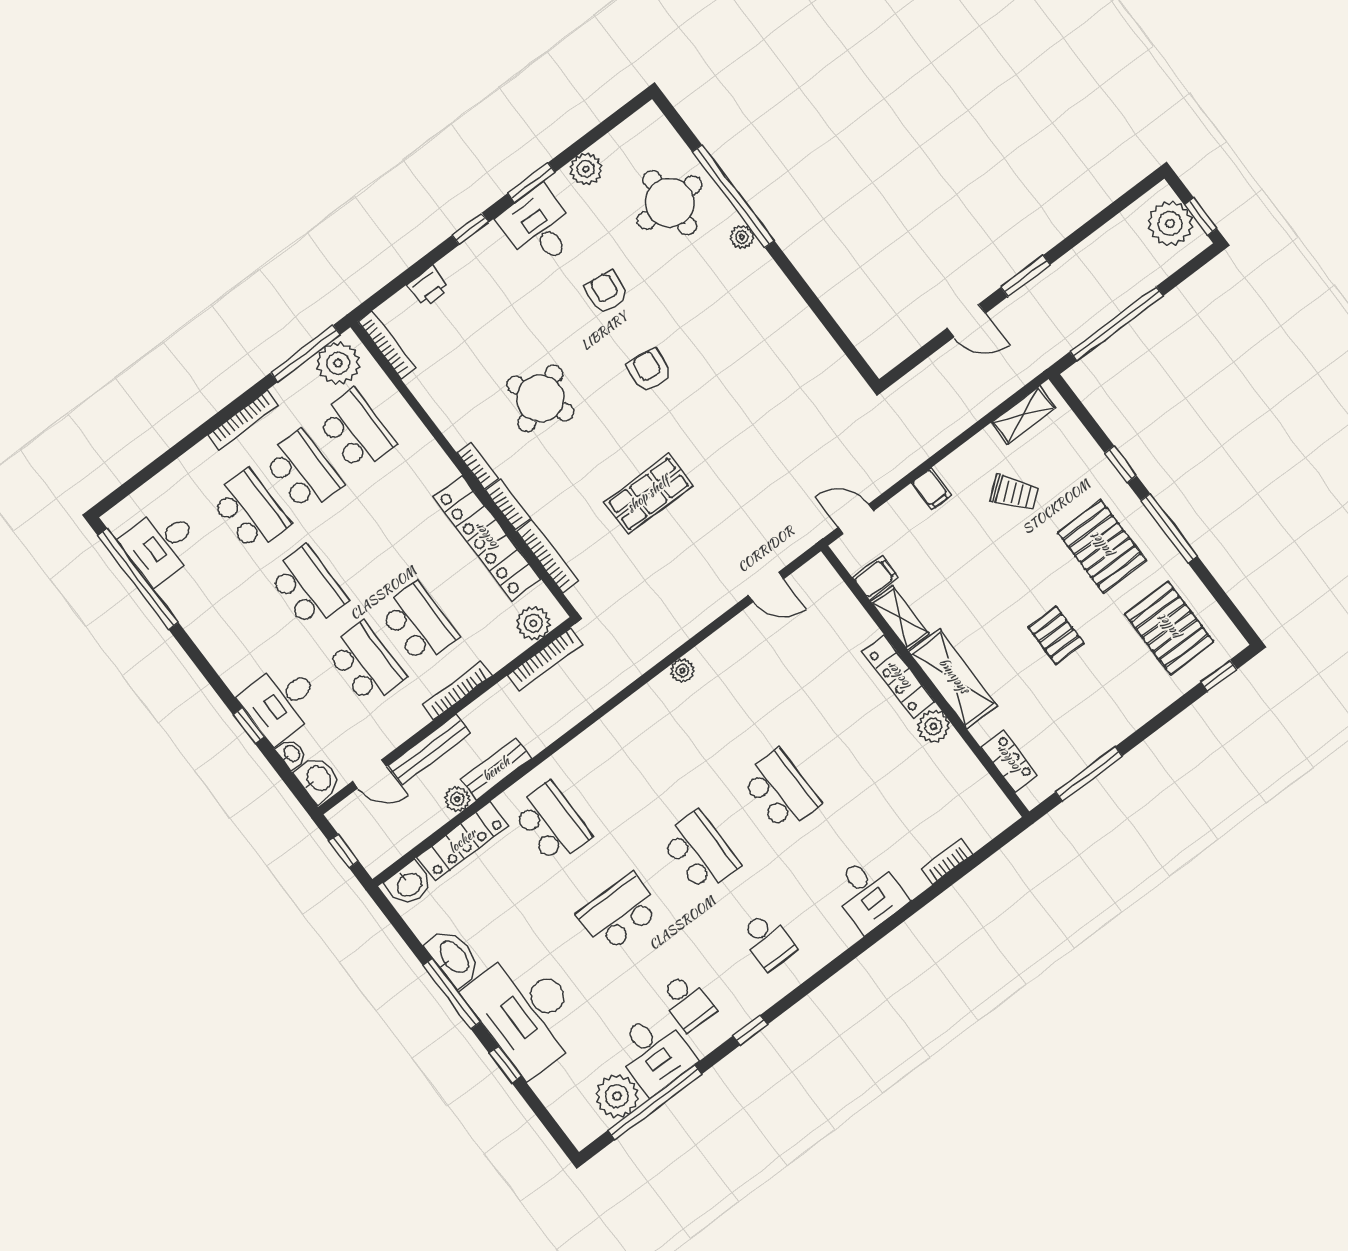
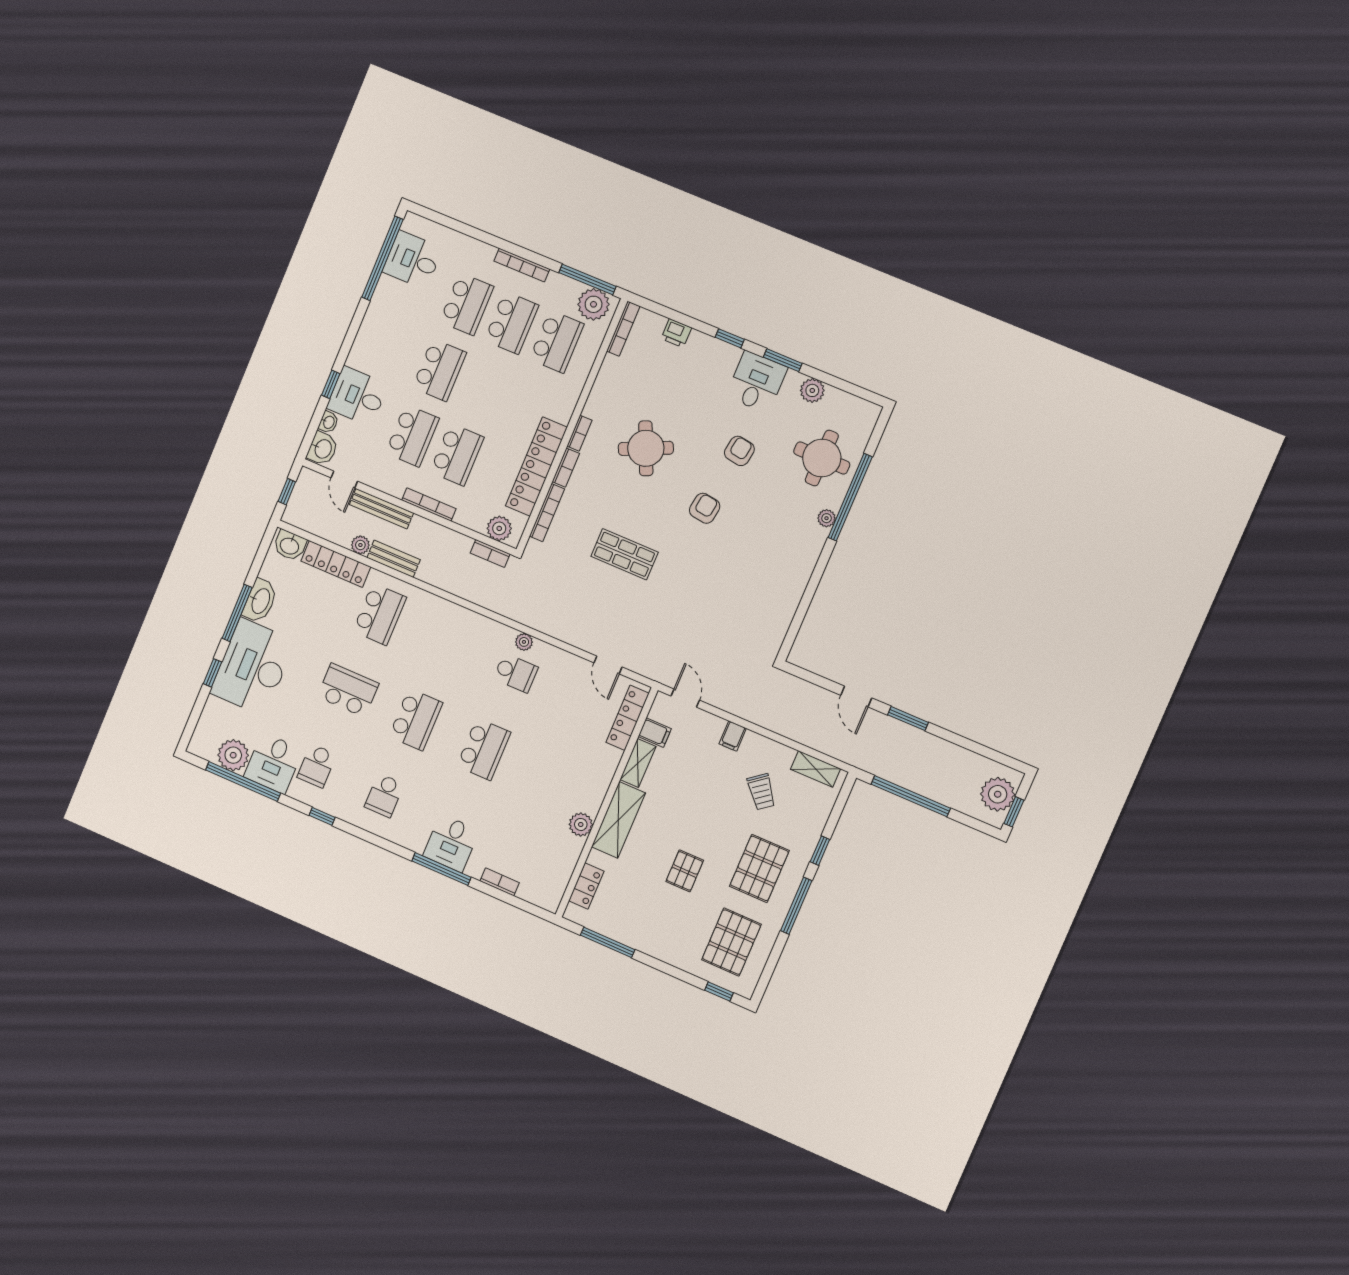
bookcase: (545, 659) -> (490, 554), width x0.64
locker: (899, 677) -> (628, 718), moved
school desk: (713, 701) -> (516, 673), added
window: (893, 922) -> (441, 869), added

